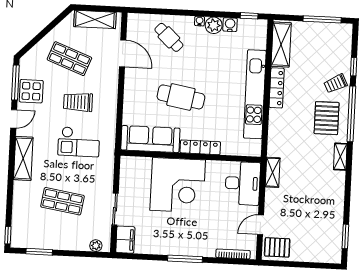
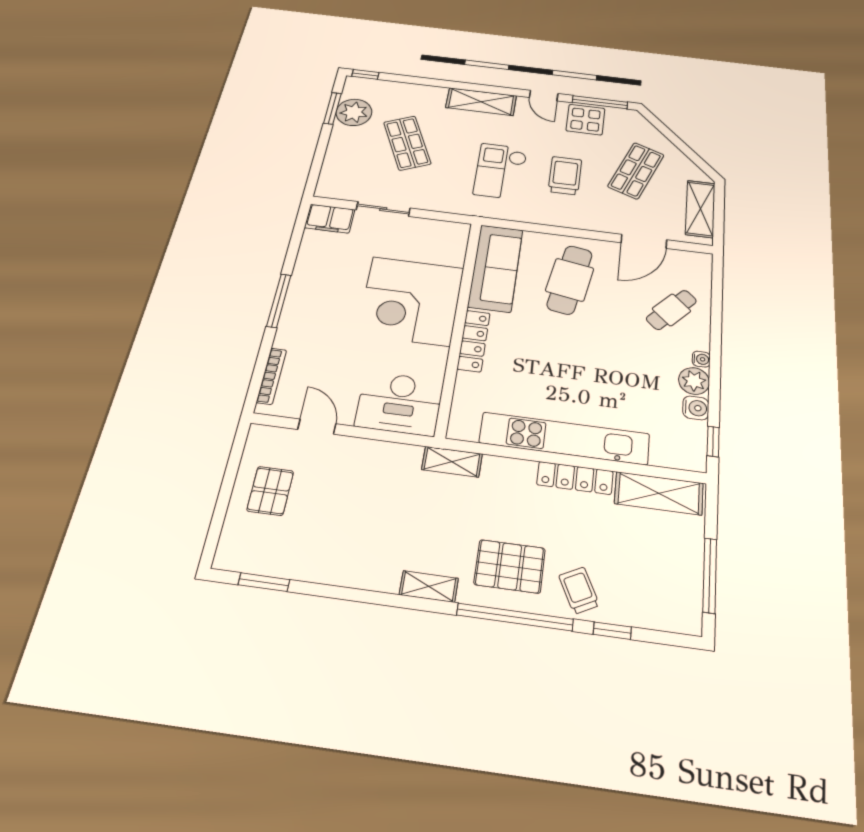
cafe table: (181, 97) -> (570, 280), moved
shelving: (273, 172) -> (452, 462), moved
shop shelf: (62, 201) -> (407, 143), turned -33
plant: (96, 246) -> (354, 112), moved, width x1.87, depth x1.87
pallet: (277, 247) -> (270, 491), moved

